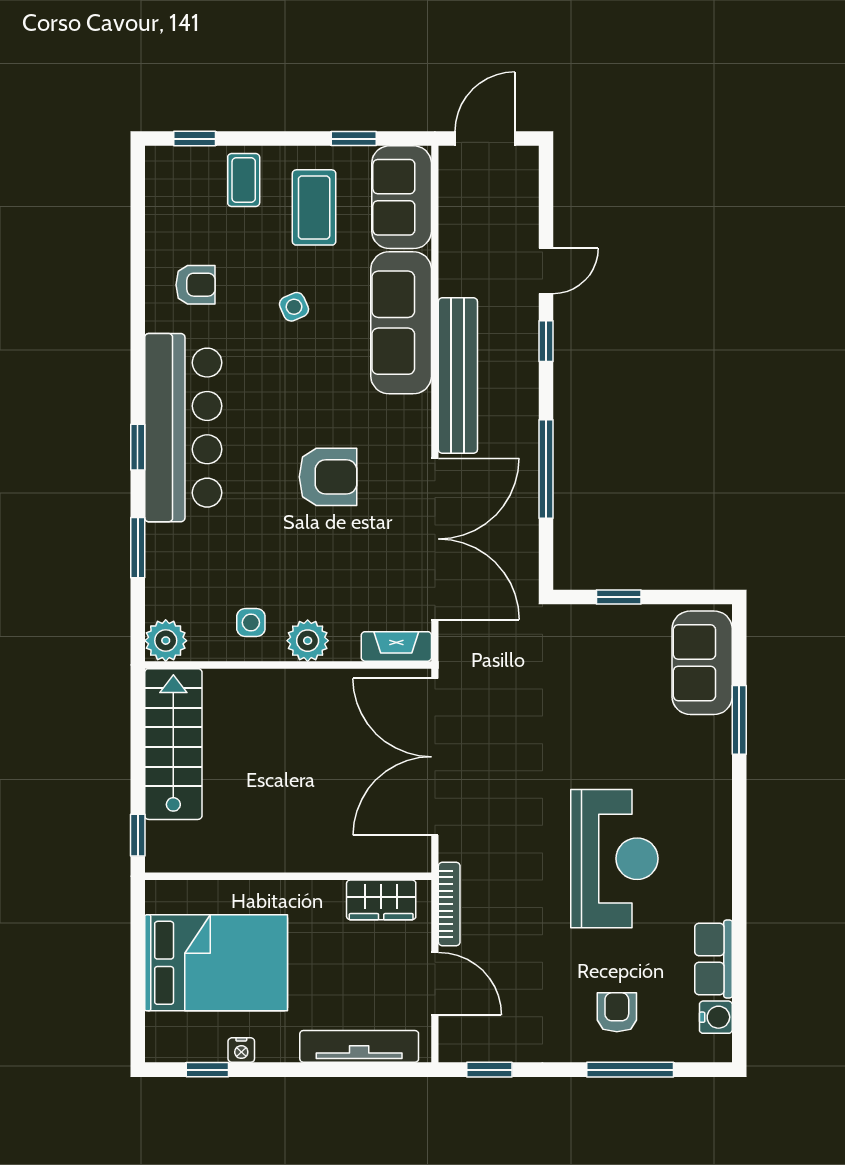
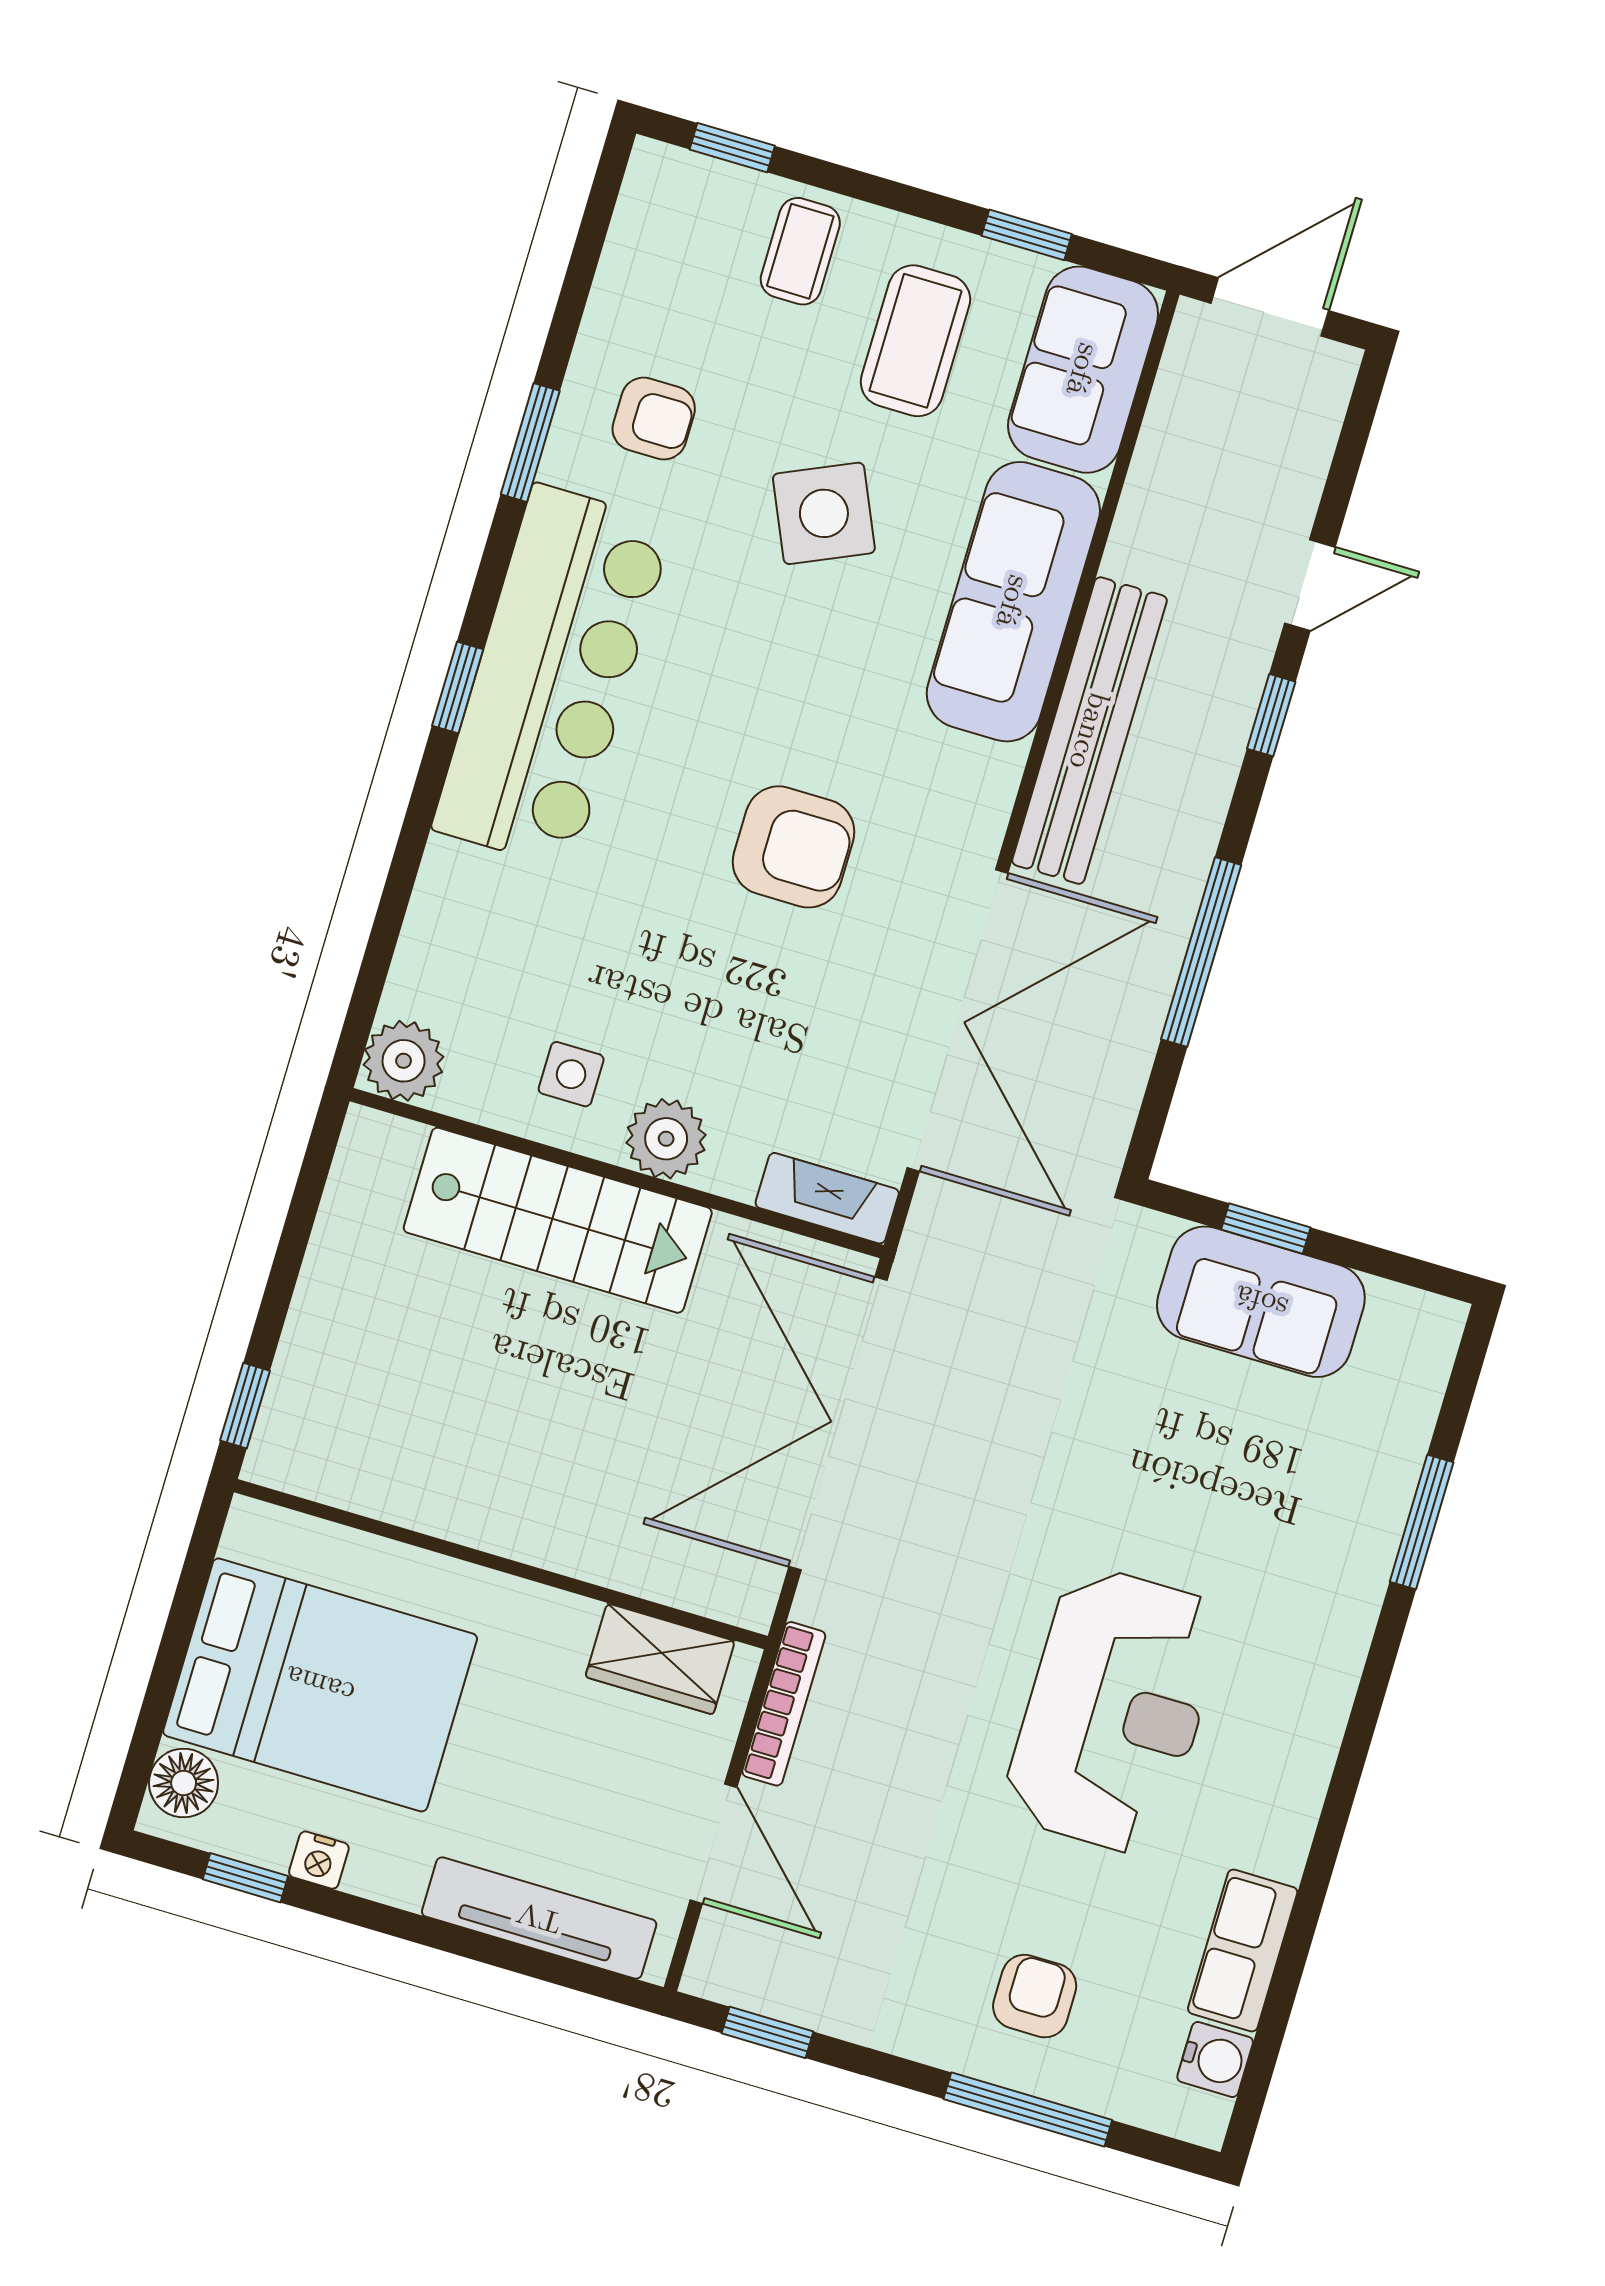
side table: (294, 307) -> (824, 513), width x1.87, depth x1.87
window: (138, 548) -> (530, 443), moved
sofa: (702, 663) -> (1261, 1302), moved, turned -90
stairs: (173, 744) -> (558, 1220), moved, turned 90
floor lamp: (163, 1032) -> (184, 1783), added

